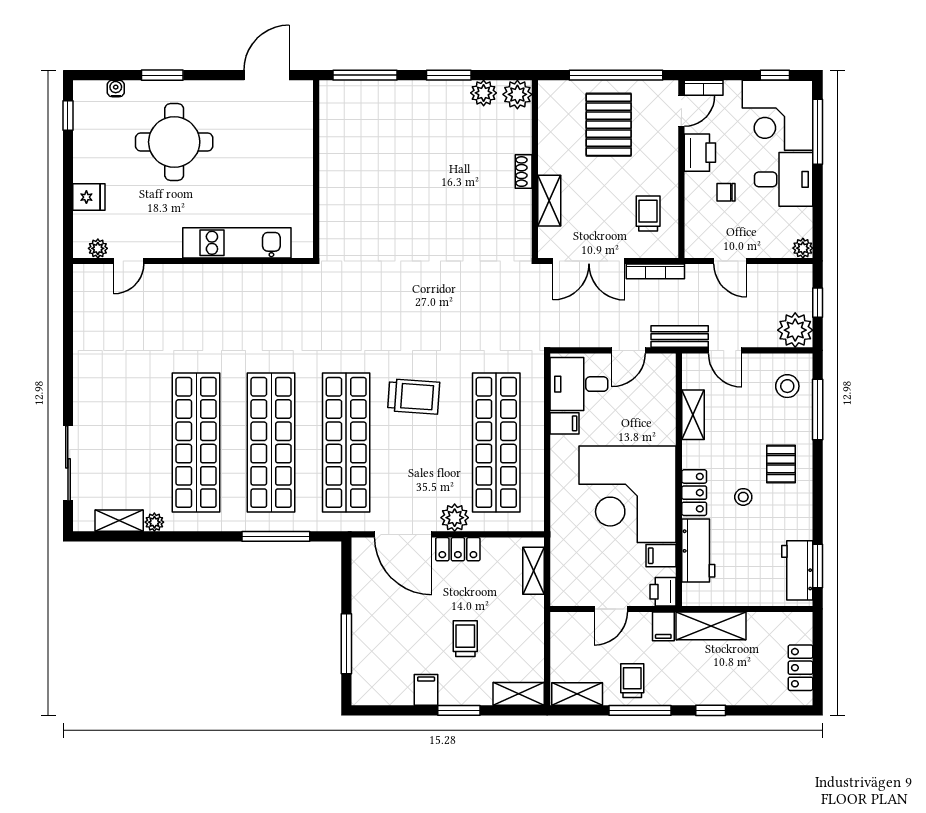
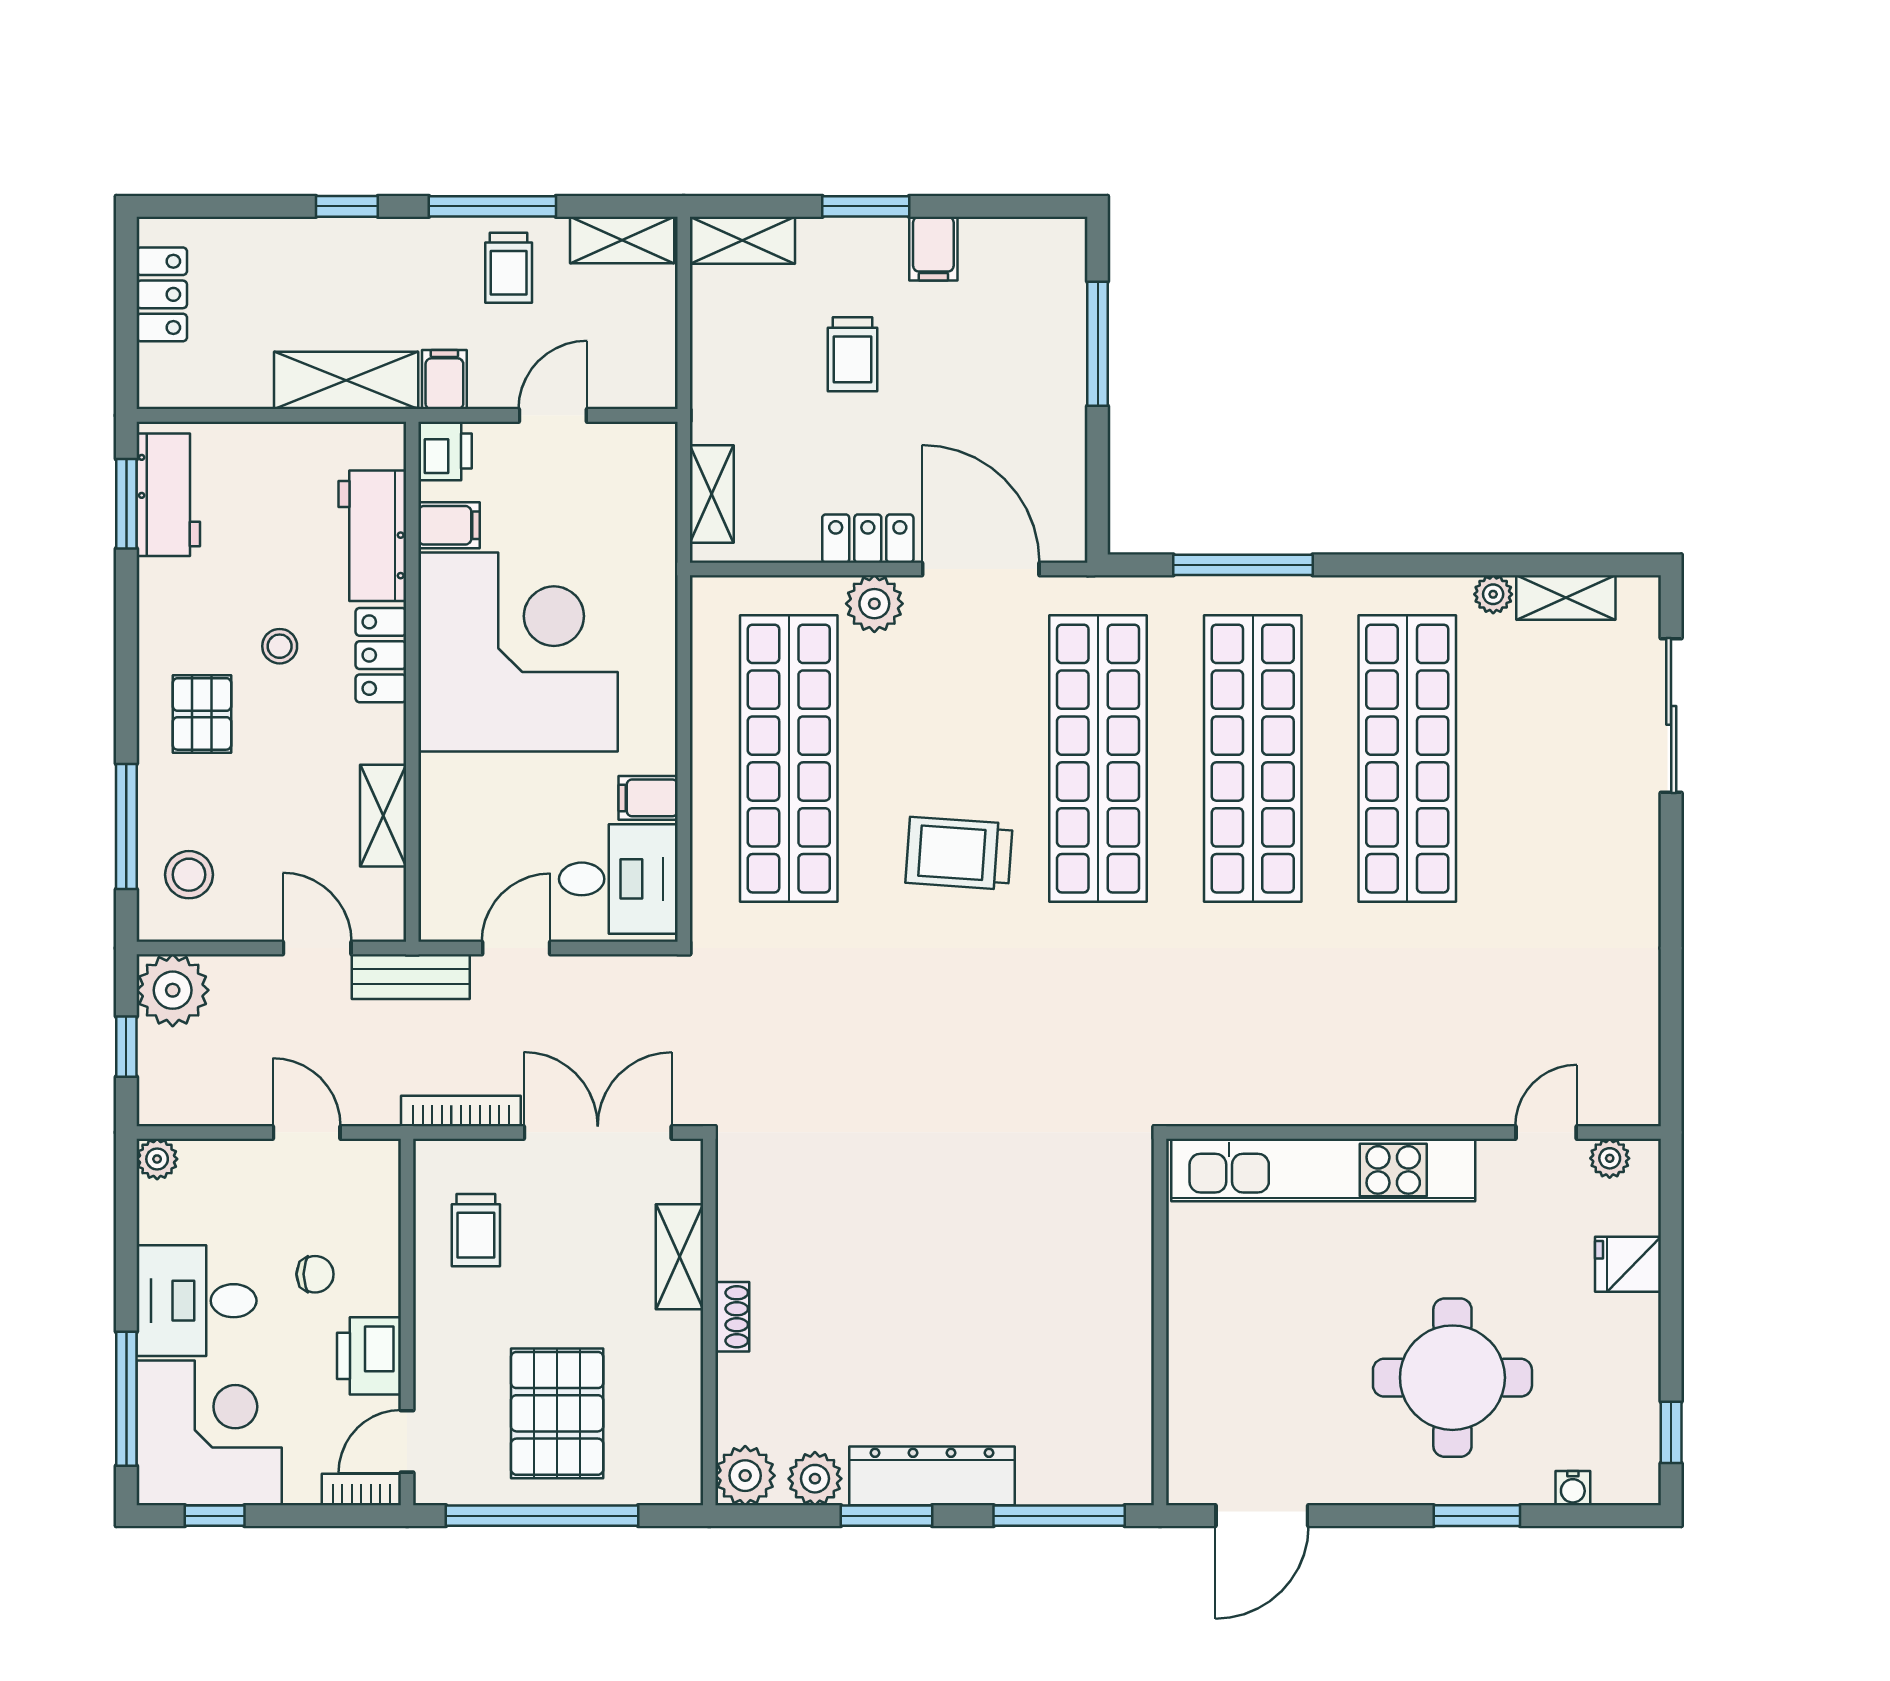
dresser: (427, 94) -> (932, 1476), added
kitchen unit: (237, 243) -> (1323, 1170), width x1.36

